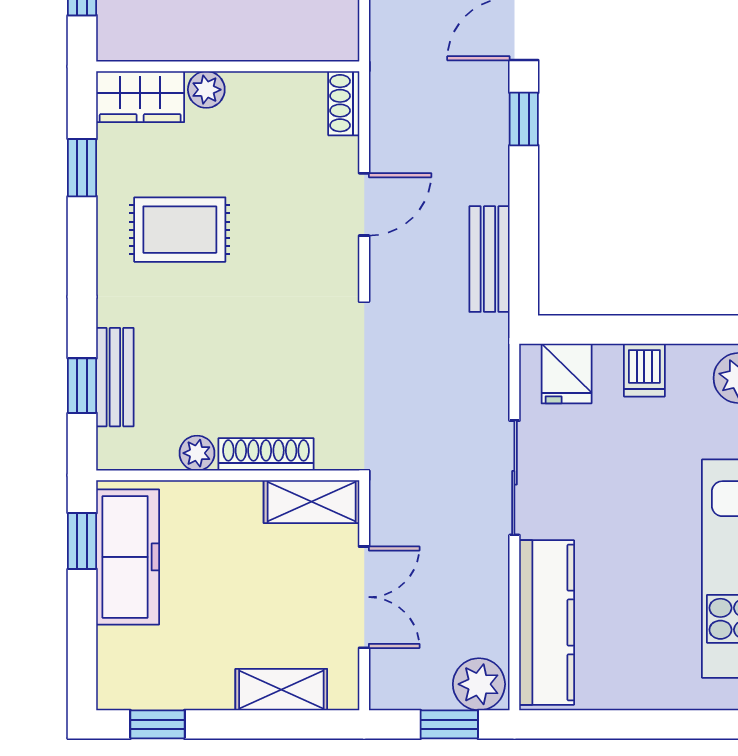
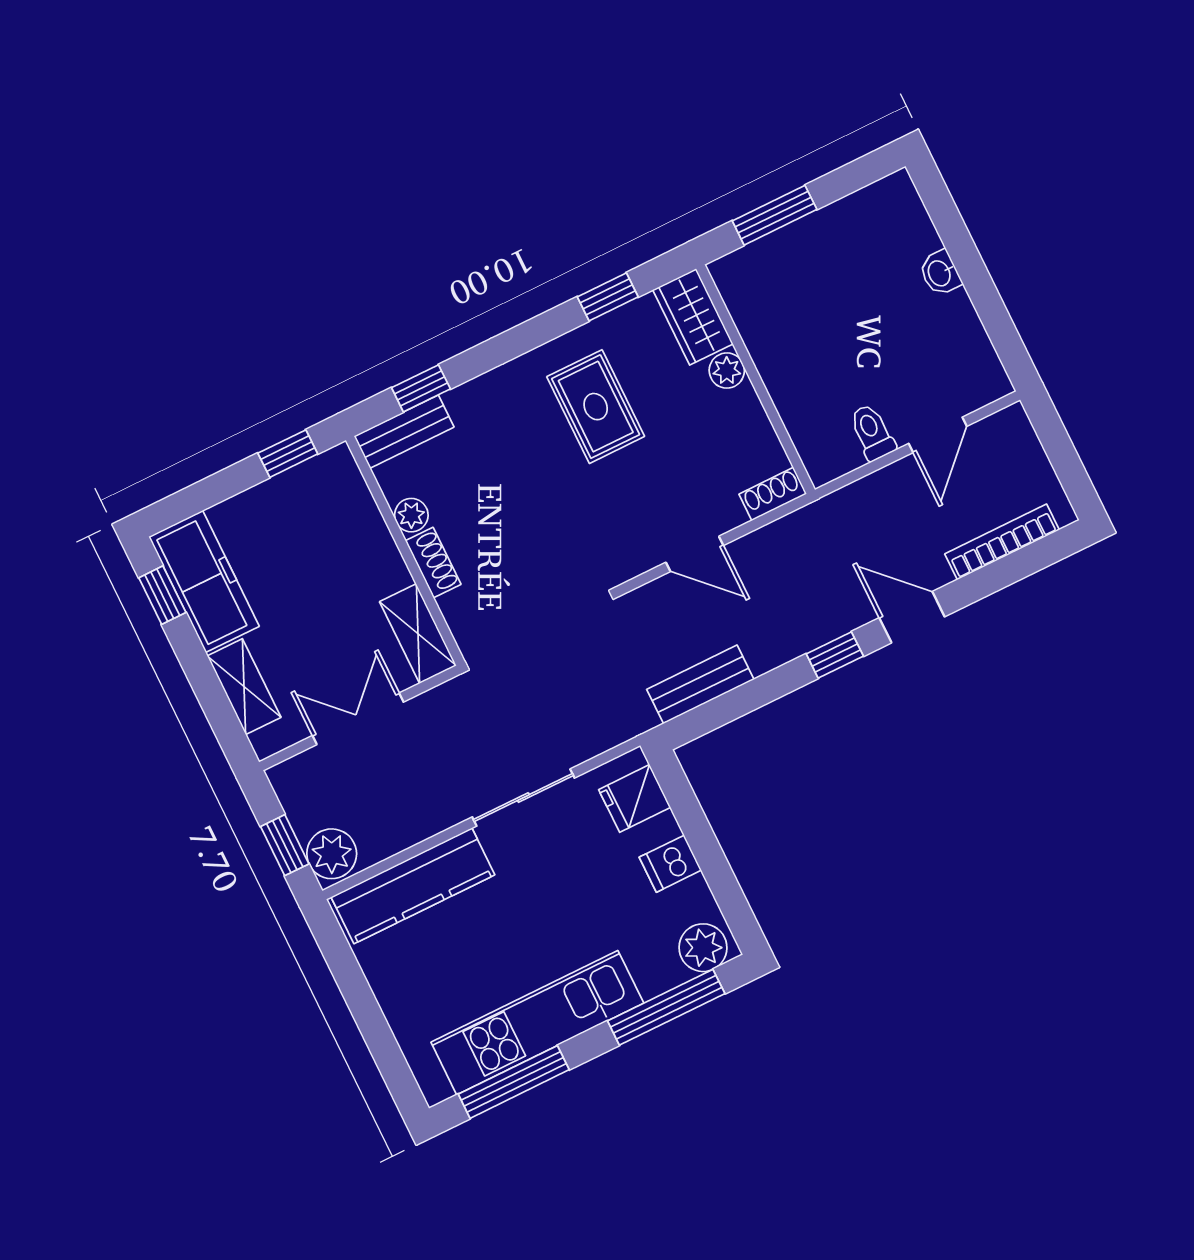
bench: (115, 377) -> (404, 432), moved
shoe rack: (266, 454) -> (433, 563), width x0.70
freezer: (128, 557) -> (204, 582), moved, turned -90
double door: (364, 597) -> (358, 719), swing flipped

